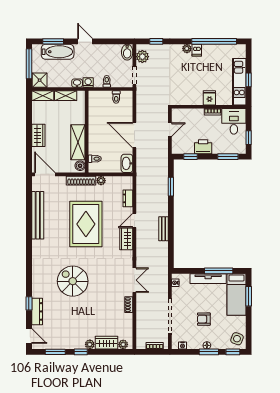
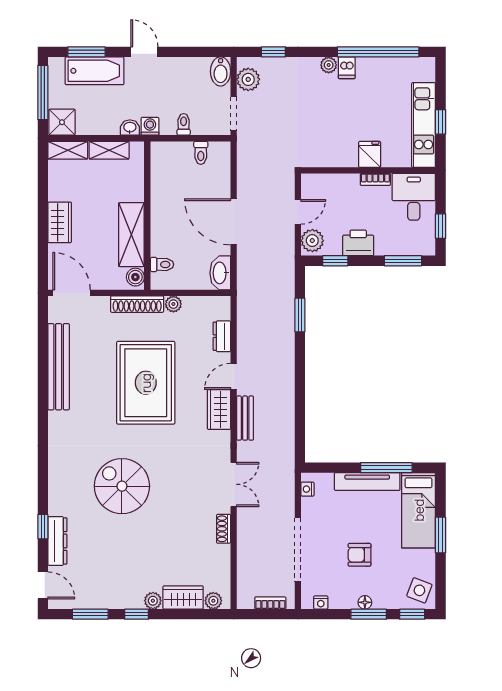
plant: (178, 146) -> (312, 241), added
bench: (164, 229) -> (245, 418), moved
window: (249, 296) -> (440, 535), moved

